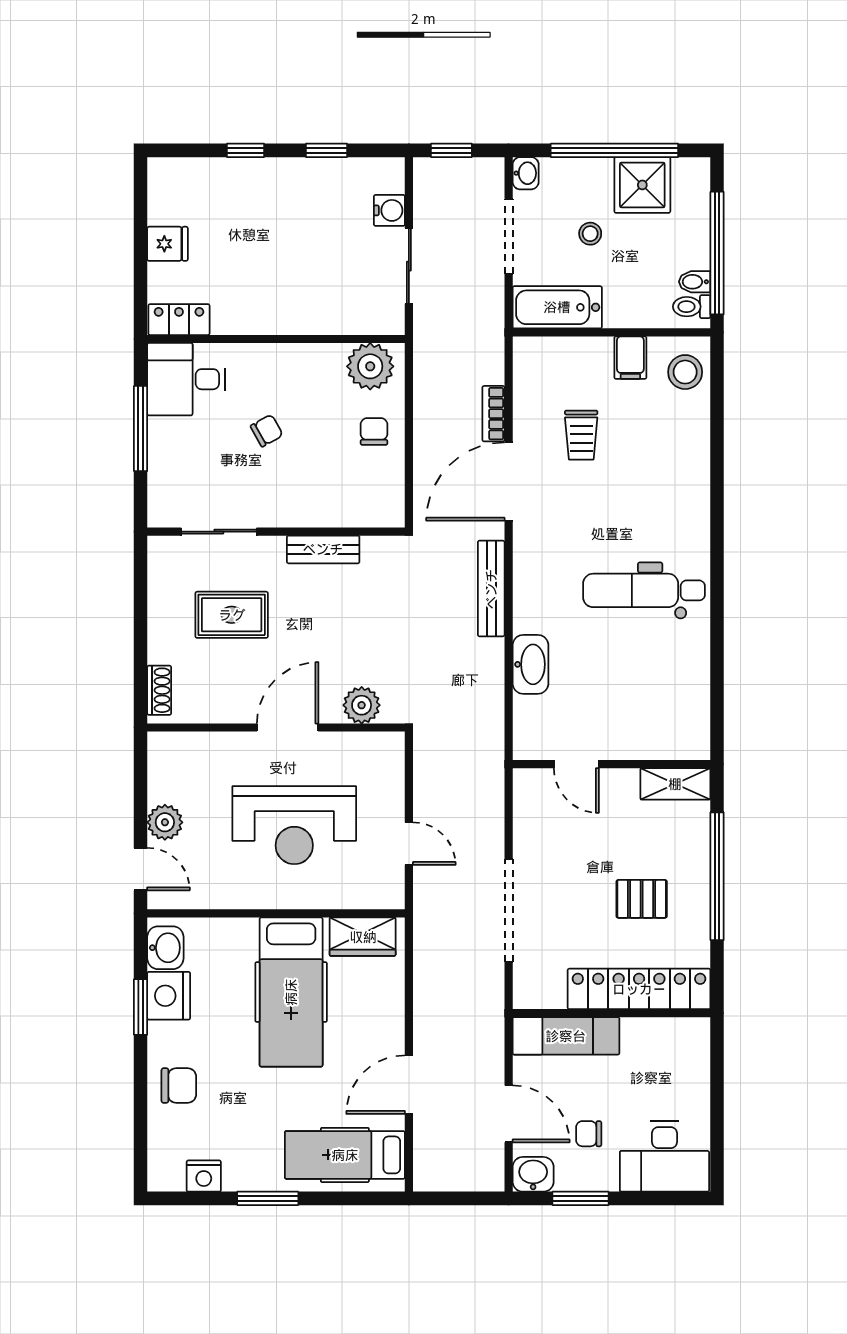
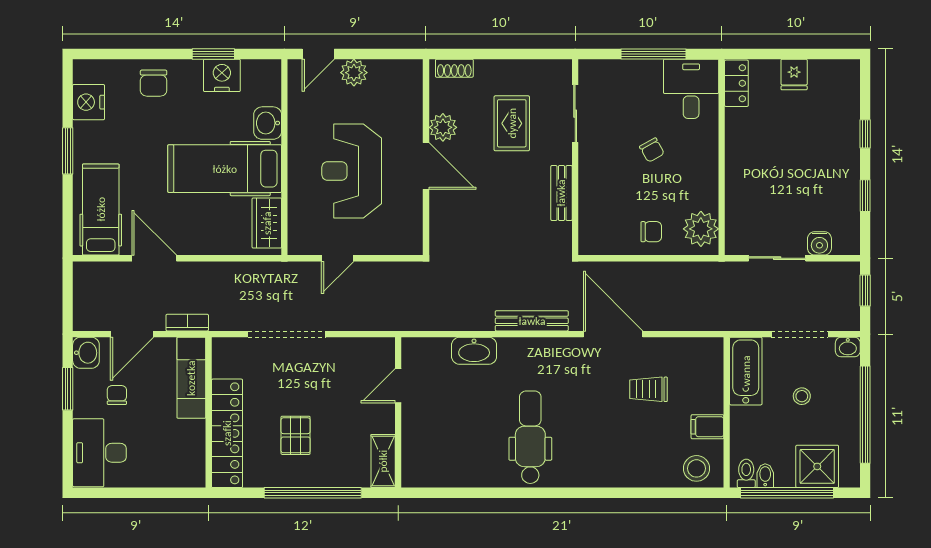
shower: (642, 185) -> (817, 466), moved
bookcase: (493, 414) -> (187, 323), moved
plant: (362, 705) -> (443, 127), moved
washbasin: (165, 948) -> (268, 123), moved, turned 90
nightstand: (204, 1176) -> (89, 102), width x1.36, depth x1.33

